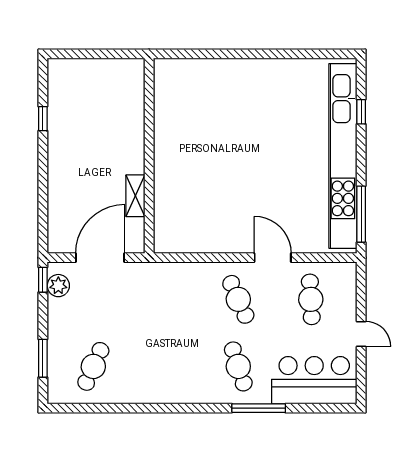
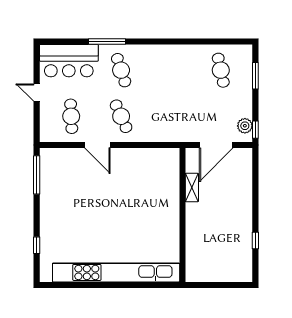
kitchen unit: (343, 156) -> (116, 272), moved, turned -90
cafe table: (93, 366) -> (221, 70), turned -36

